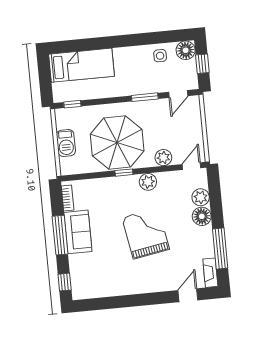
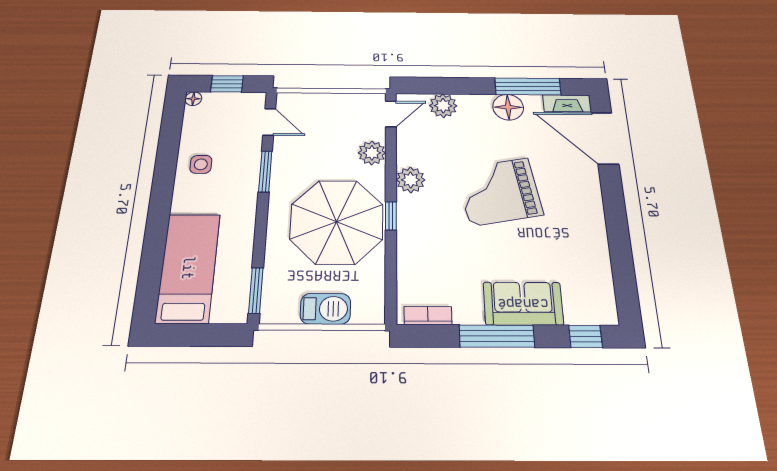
floor lamp: (186, 50) -> (193, 99), width x0.53, depth x0.53
side table: (160, 56) -> (201, 164), moved
window: (72, 104) -> (256, 290), width x1.50
door: (191, 166) -> (391, 114), swing flipped
floor lamp: (202, 216) -> (508, 107), moved
sofa: (78, 232) -> (523, 304), moved
door: (188, 295) -> (605, 138), width x1.88

